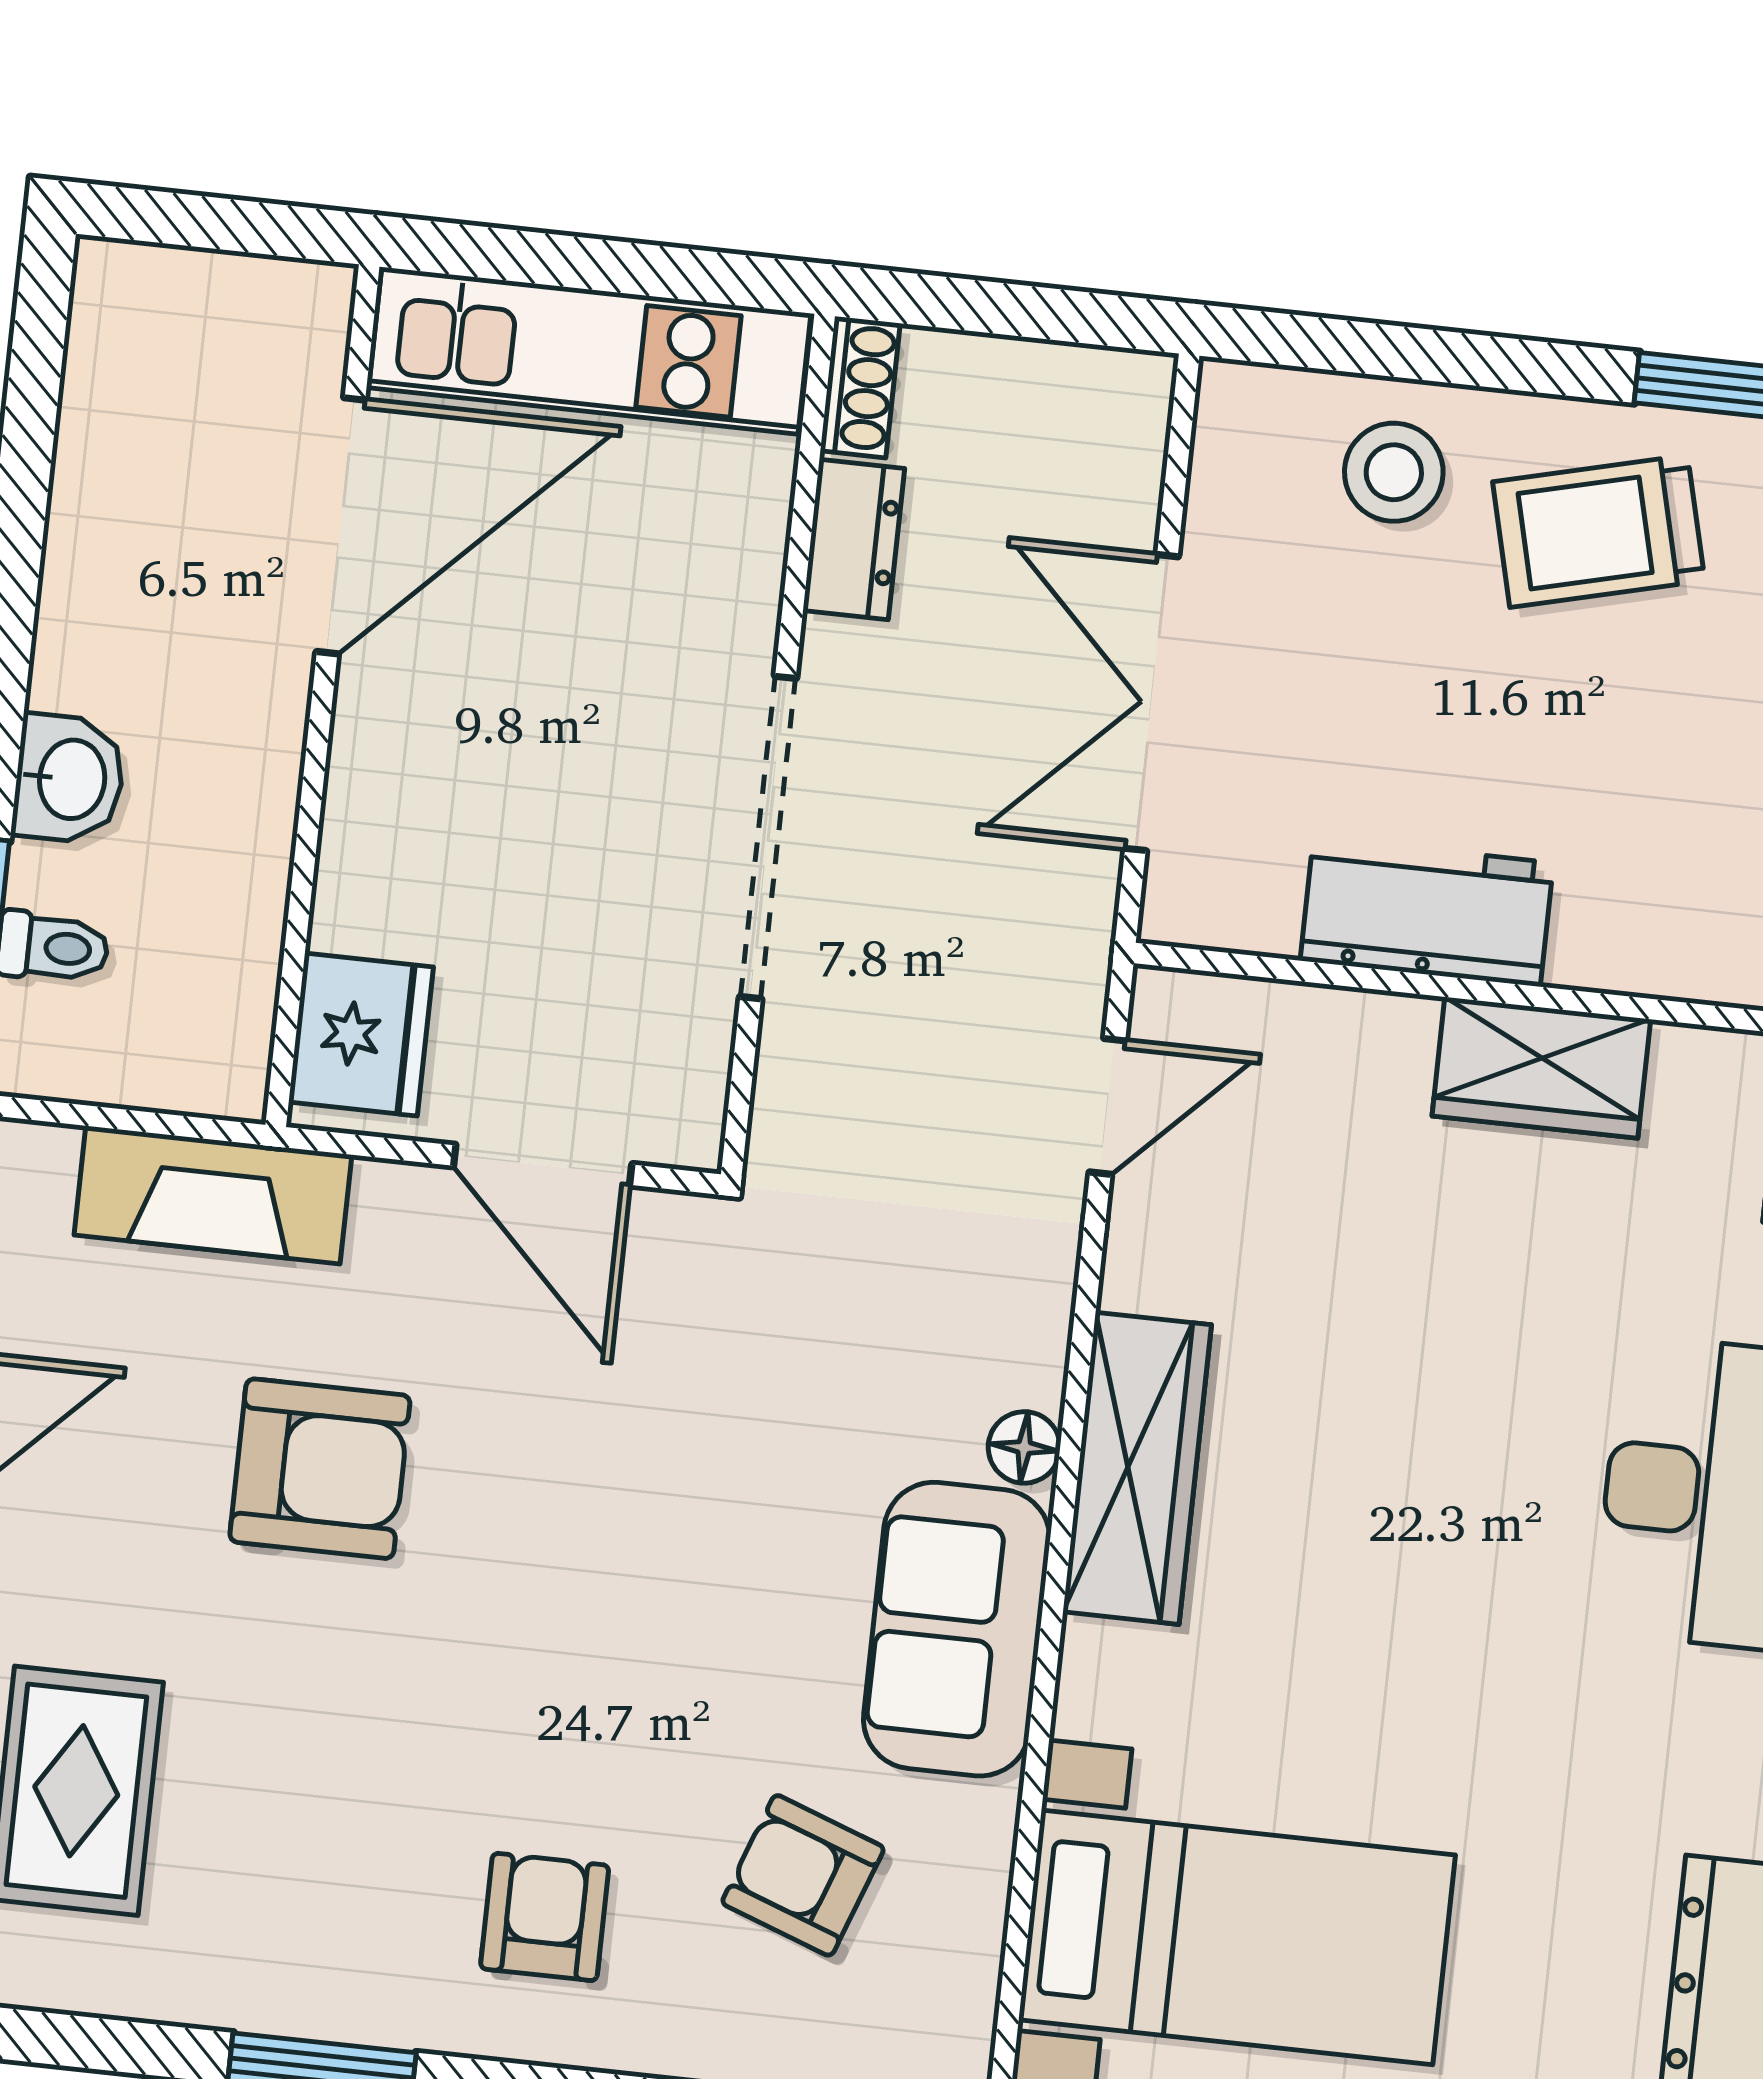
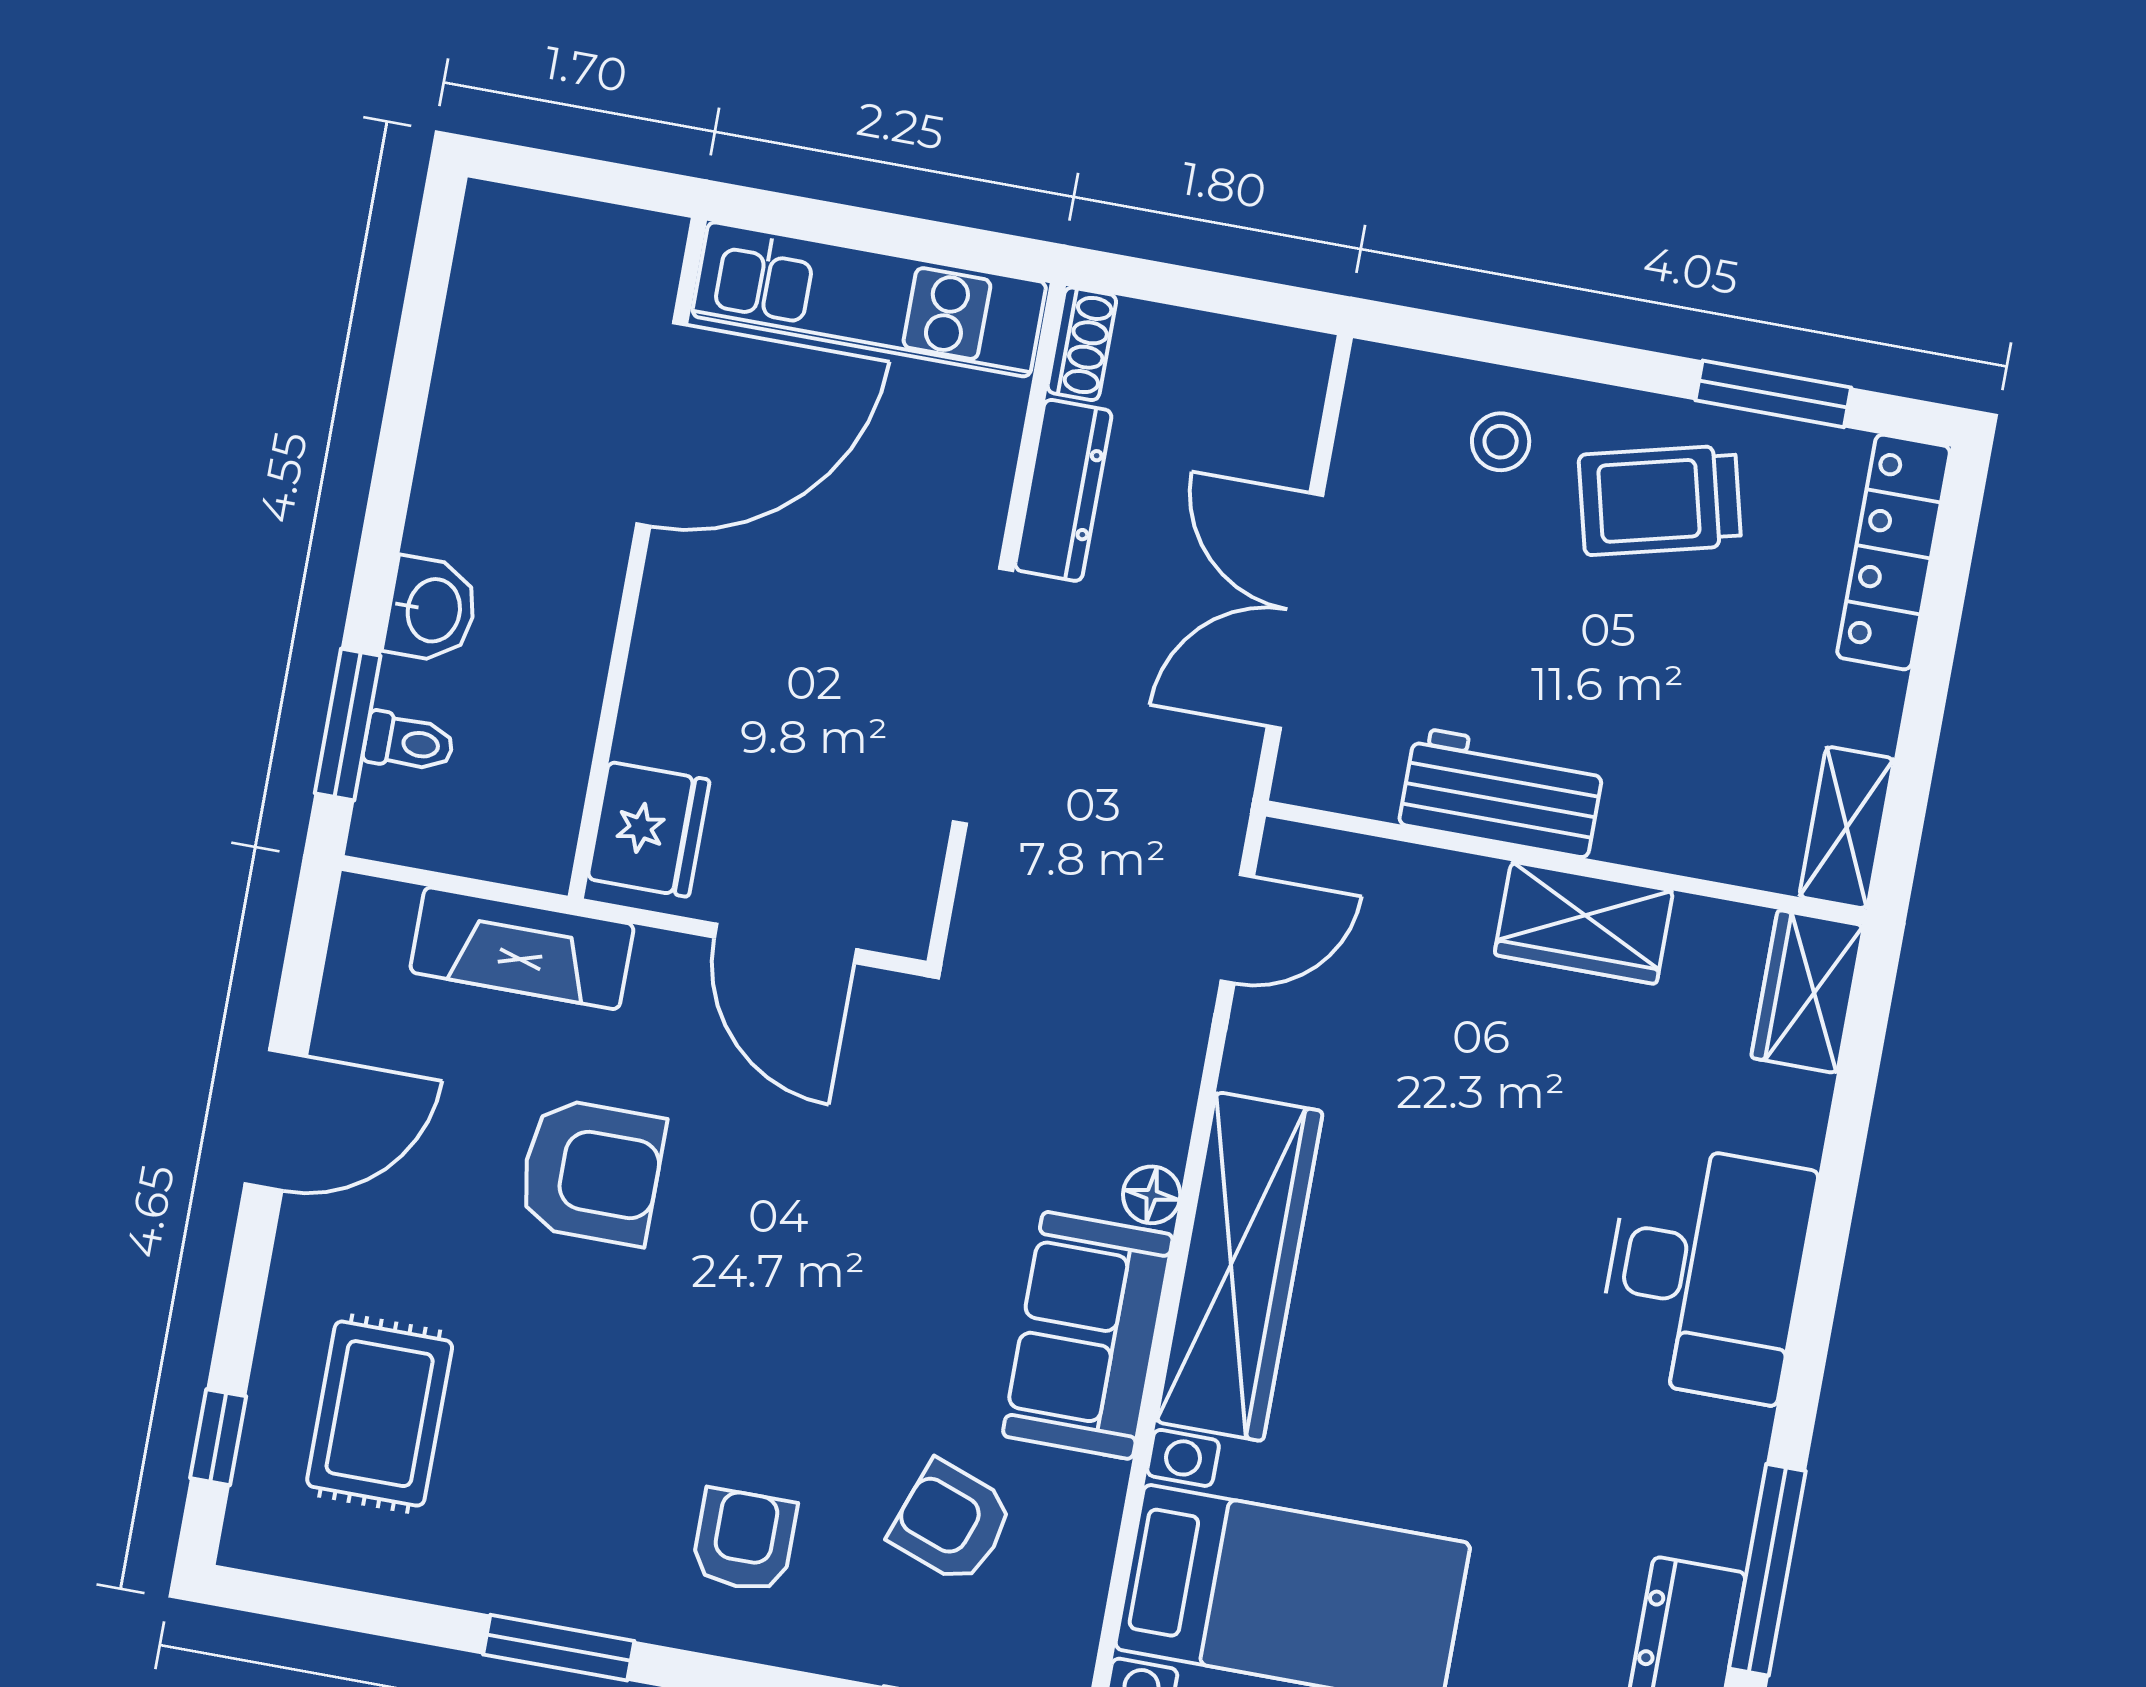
stool: (1394, 472) -> (1501, 442), width x0.73, depth x0.73
dresser: (854, 539) -> (1063, 490), width x1.44
wardrobe: (1137, 1468) -> (1239, 1267), width x1.40, depth x1.17

